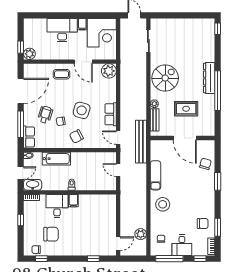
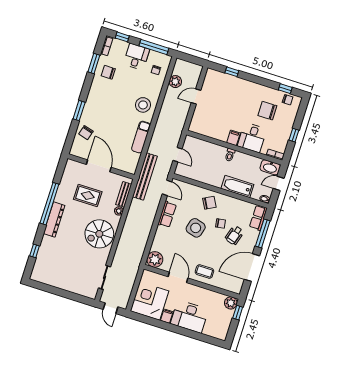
window: (218, 29) -> (35, 251), moved
door: (118, 244) -> (196, 96), moved

